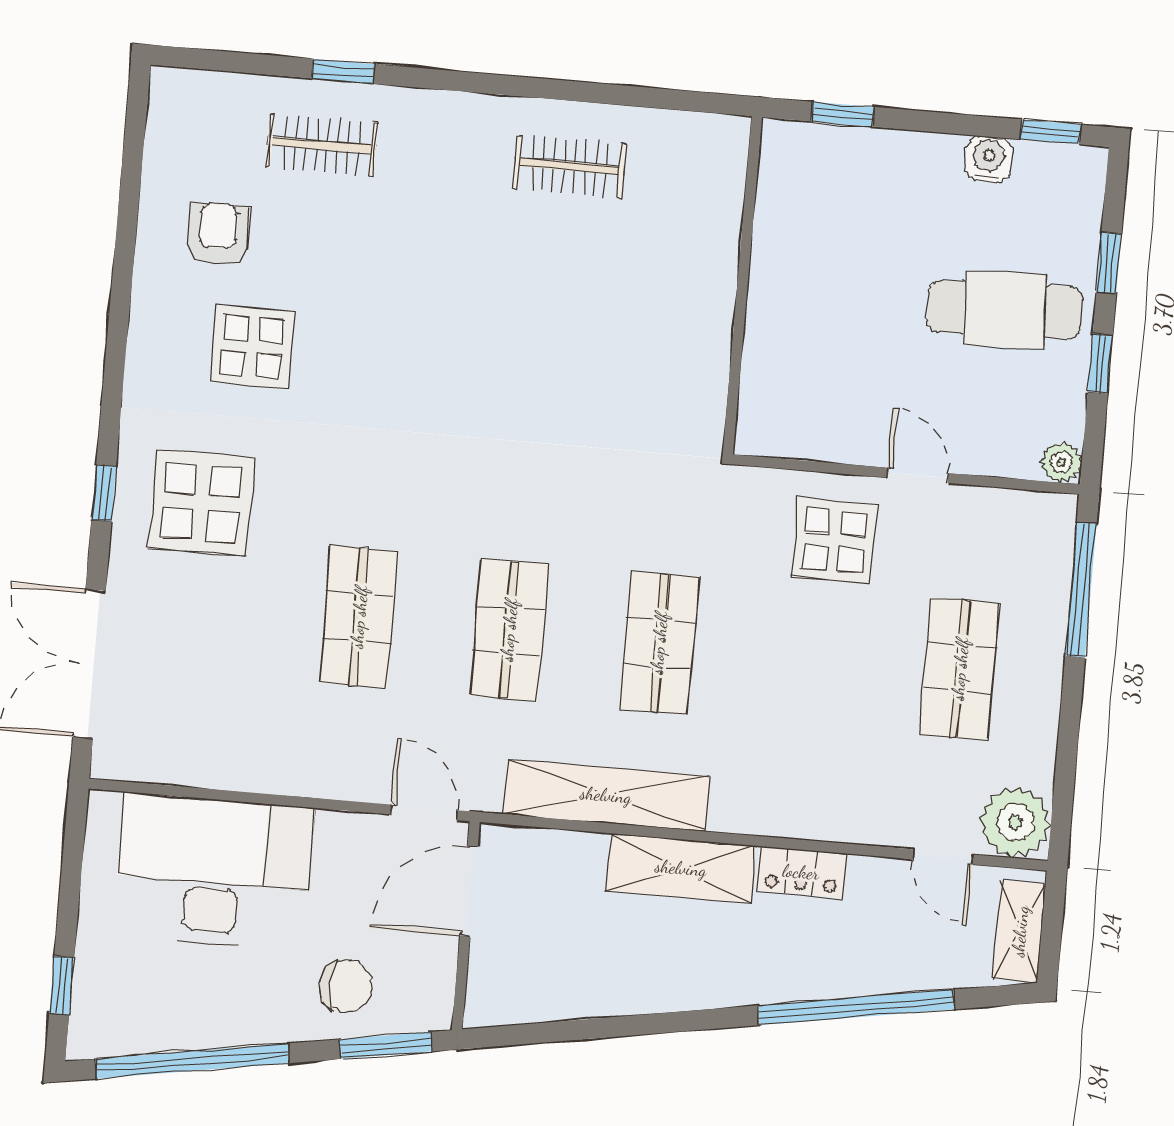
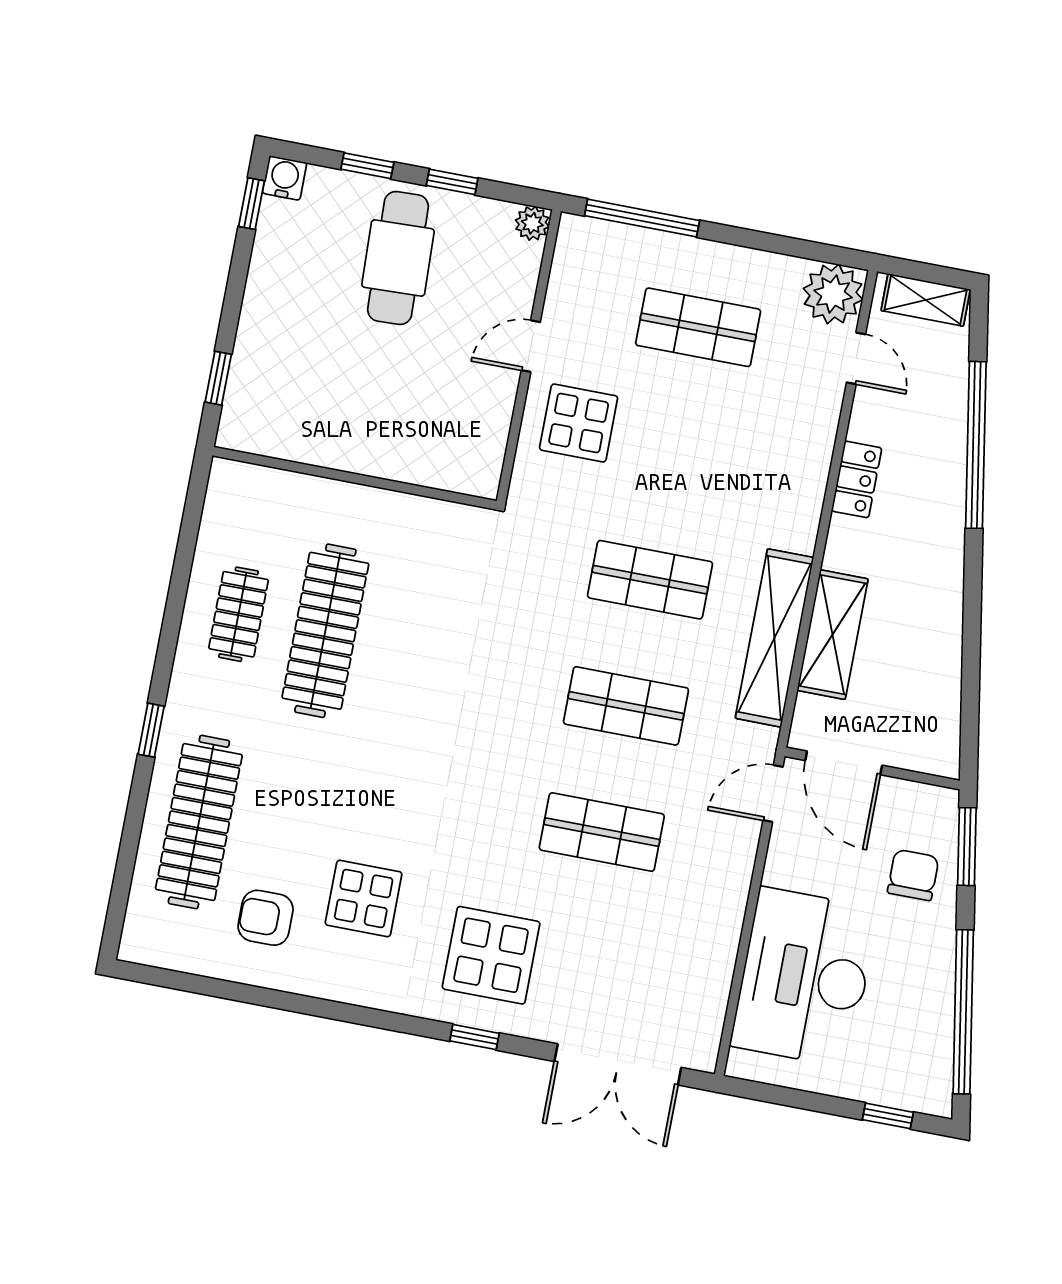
window: (343, 71) -> (151, 730), moved
clothes rail: (322, 145) -> (199, 822), width x1.86, depth x1.31
water cooler: (989, 159) -> (285, 178), moved, turned 90
clothes rail: (561, 270) -> (325, 631), added
door: (943, 857) -> (856, 358), hinge flipped
shelving: (681, 868) -> (833, 635), moved

